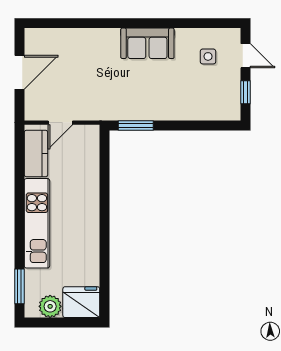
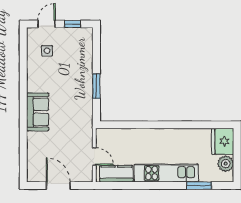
sofa: (147, 43) -> (38, 112), moved
window: (136, 125) -> (96, 86), moved
window: (19, 286) -> (199, 186), moved

